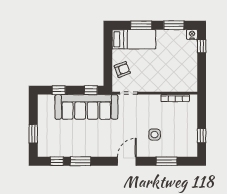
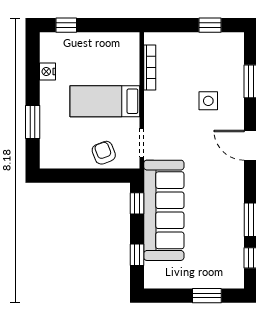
window: (174, 25) -> (33, 70), removed
nightstand: (192, 34) -> (47, 72), moved
bed: (134, 39) -> (105, 101), moved, turned -90

